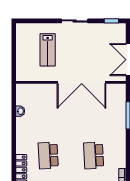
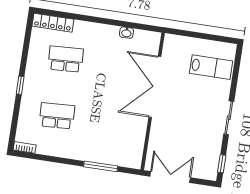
lab bench: (48, 50) -> (211, 67), moved, turned 180
double door: (82, 82) -> (155, 87), moved

